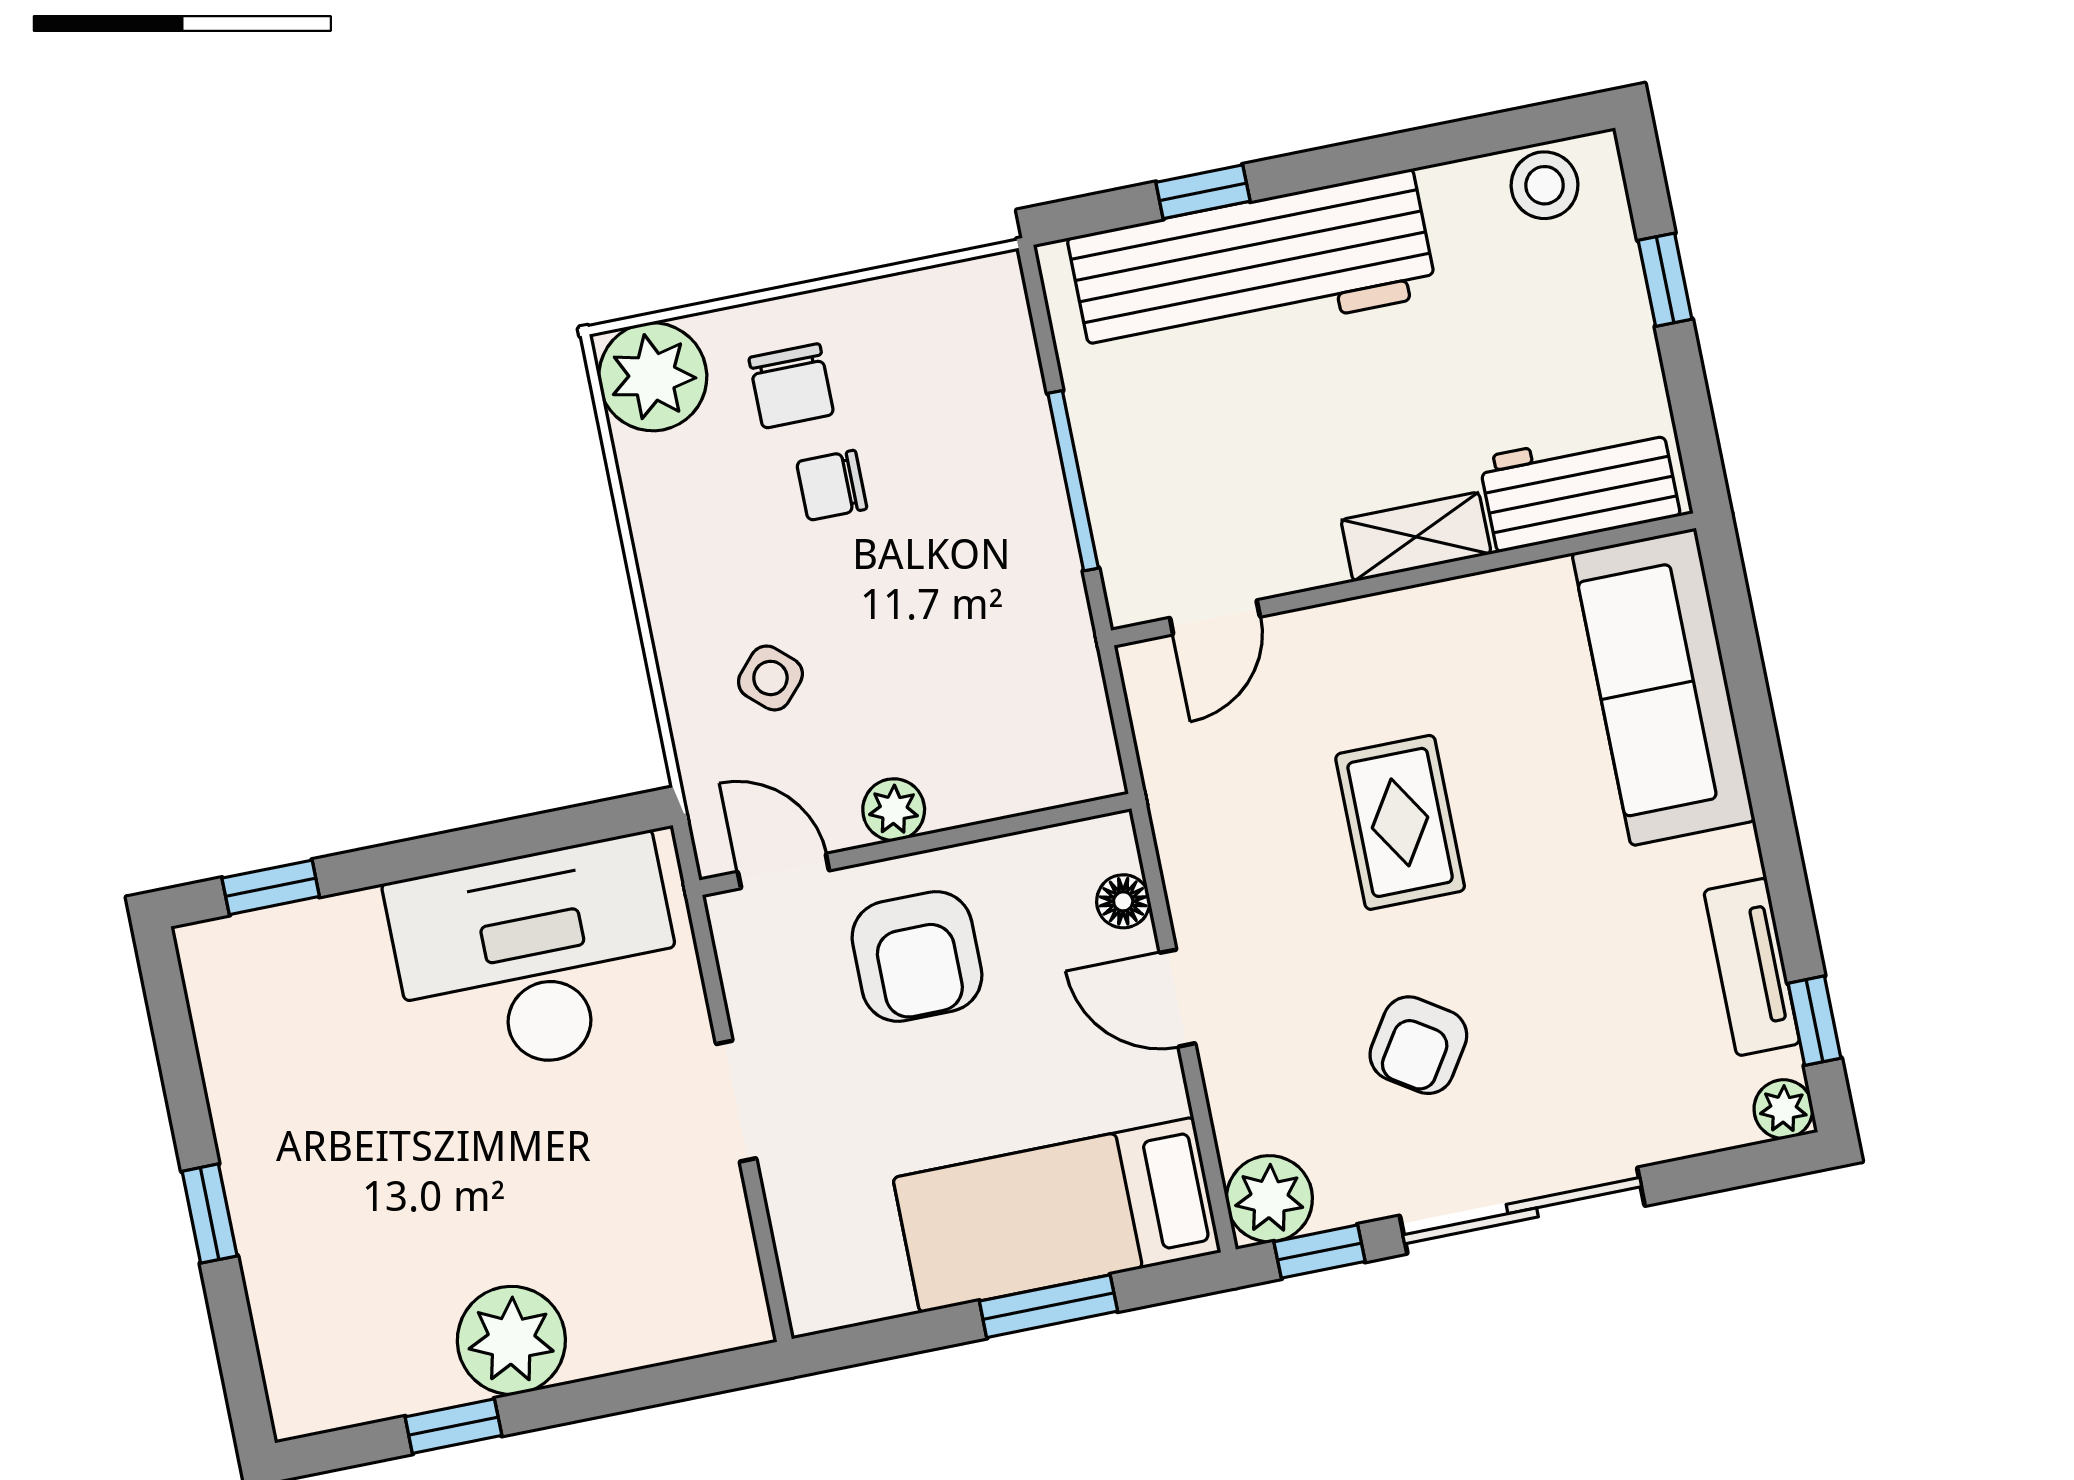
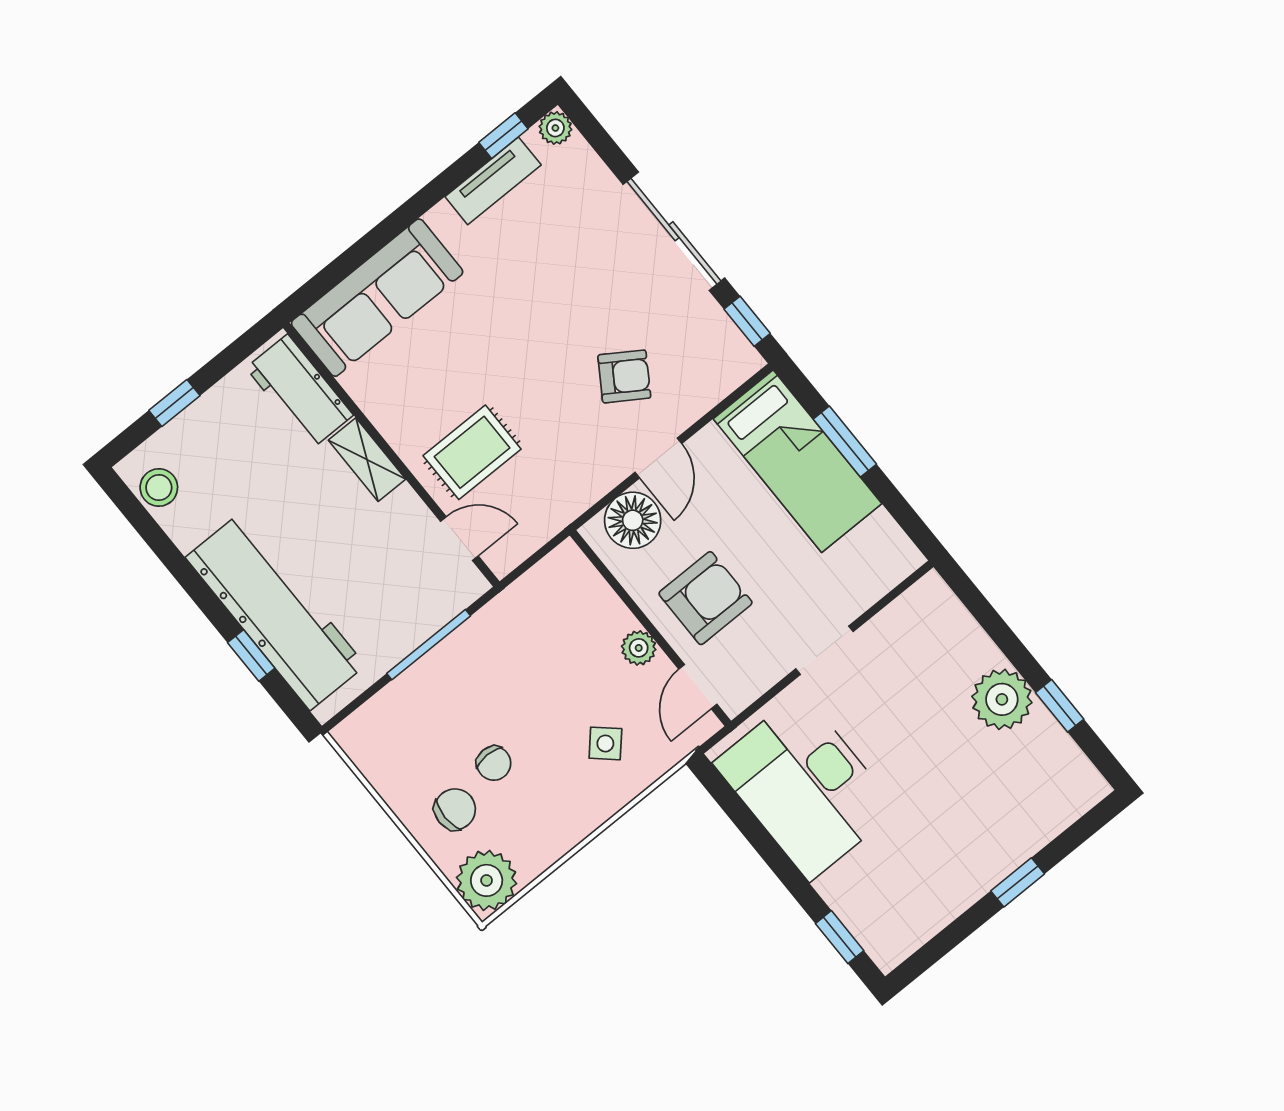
rug: (1400, 822) -> (472, 452), moved
floor lamp: (1123, 901) -> (633, 520), width x1.89, depth x1.89
armchair: (1418, 1045) -> (624, 376), moved
plant: (1269, 1199) -> (734, 360), removed

